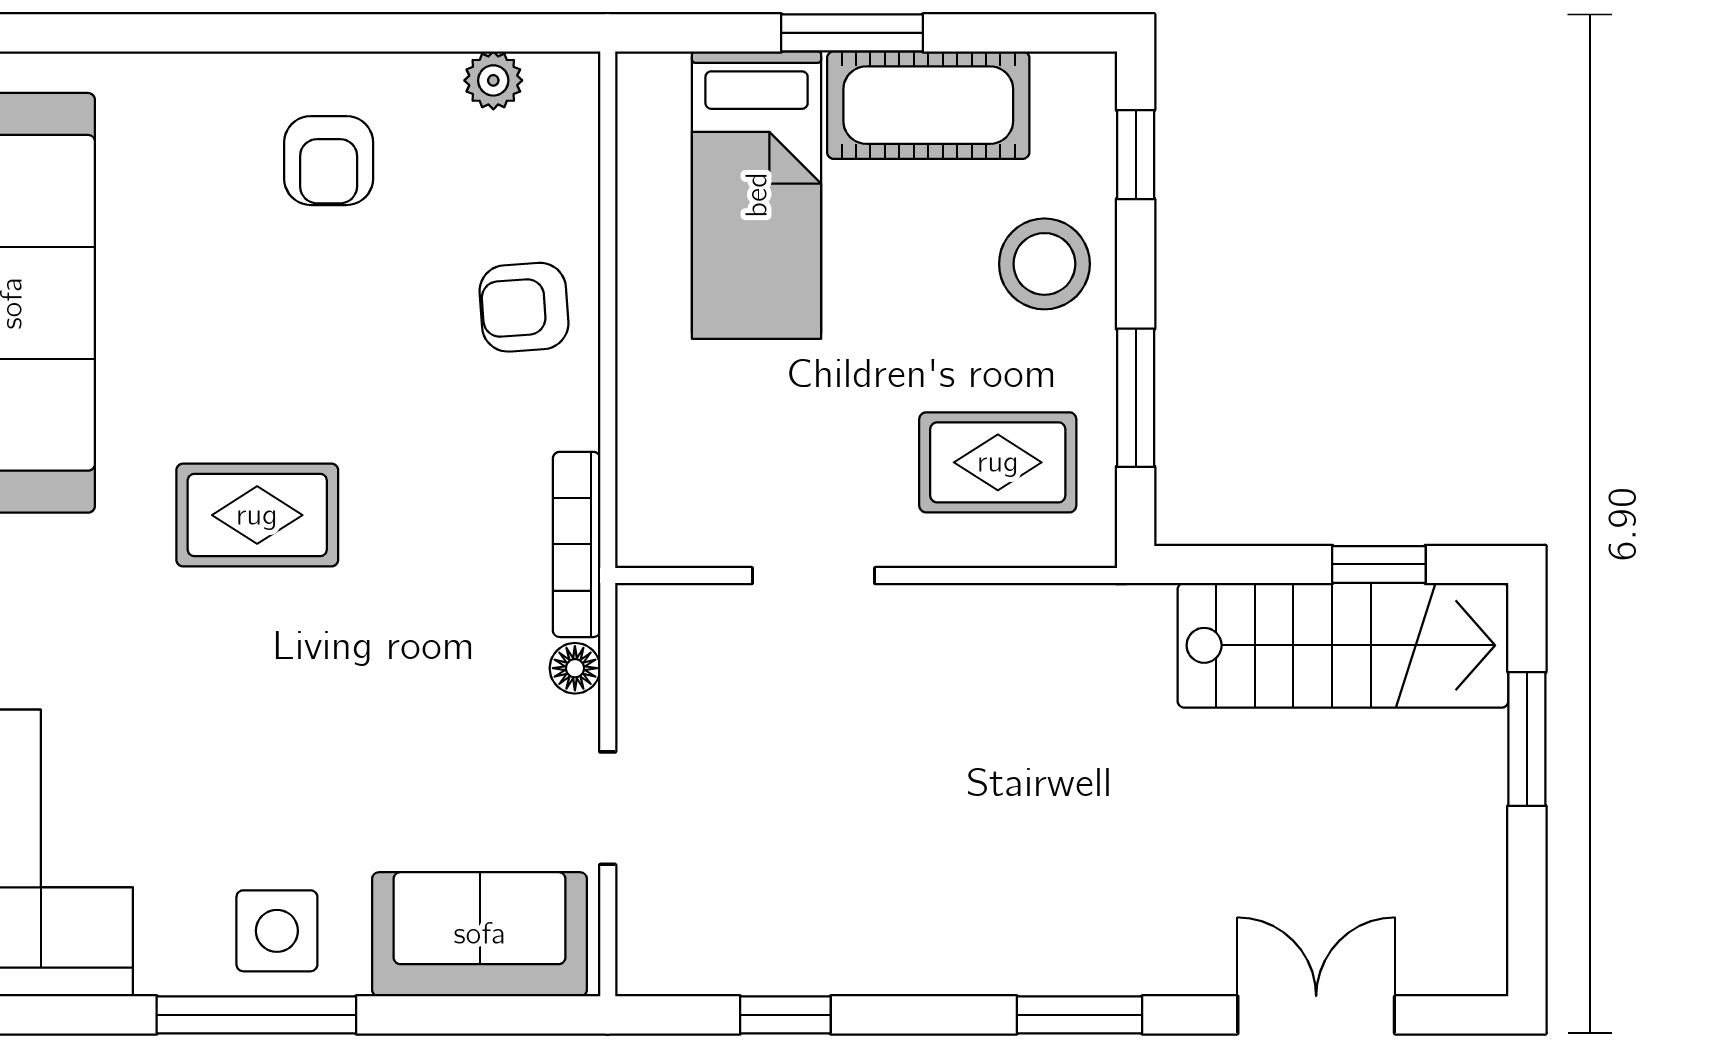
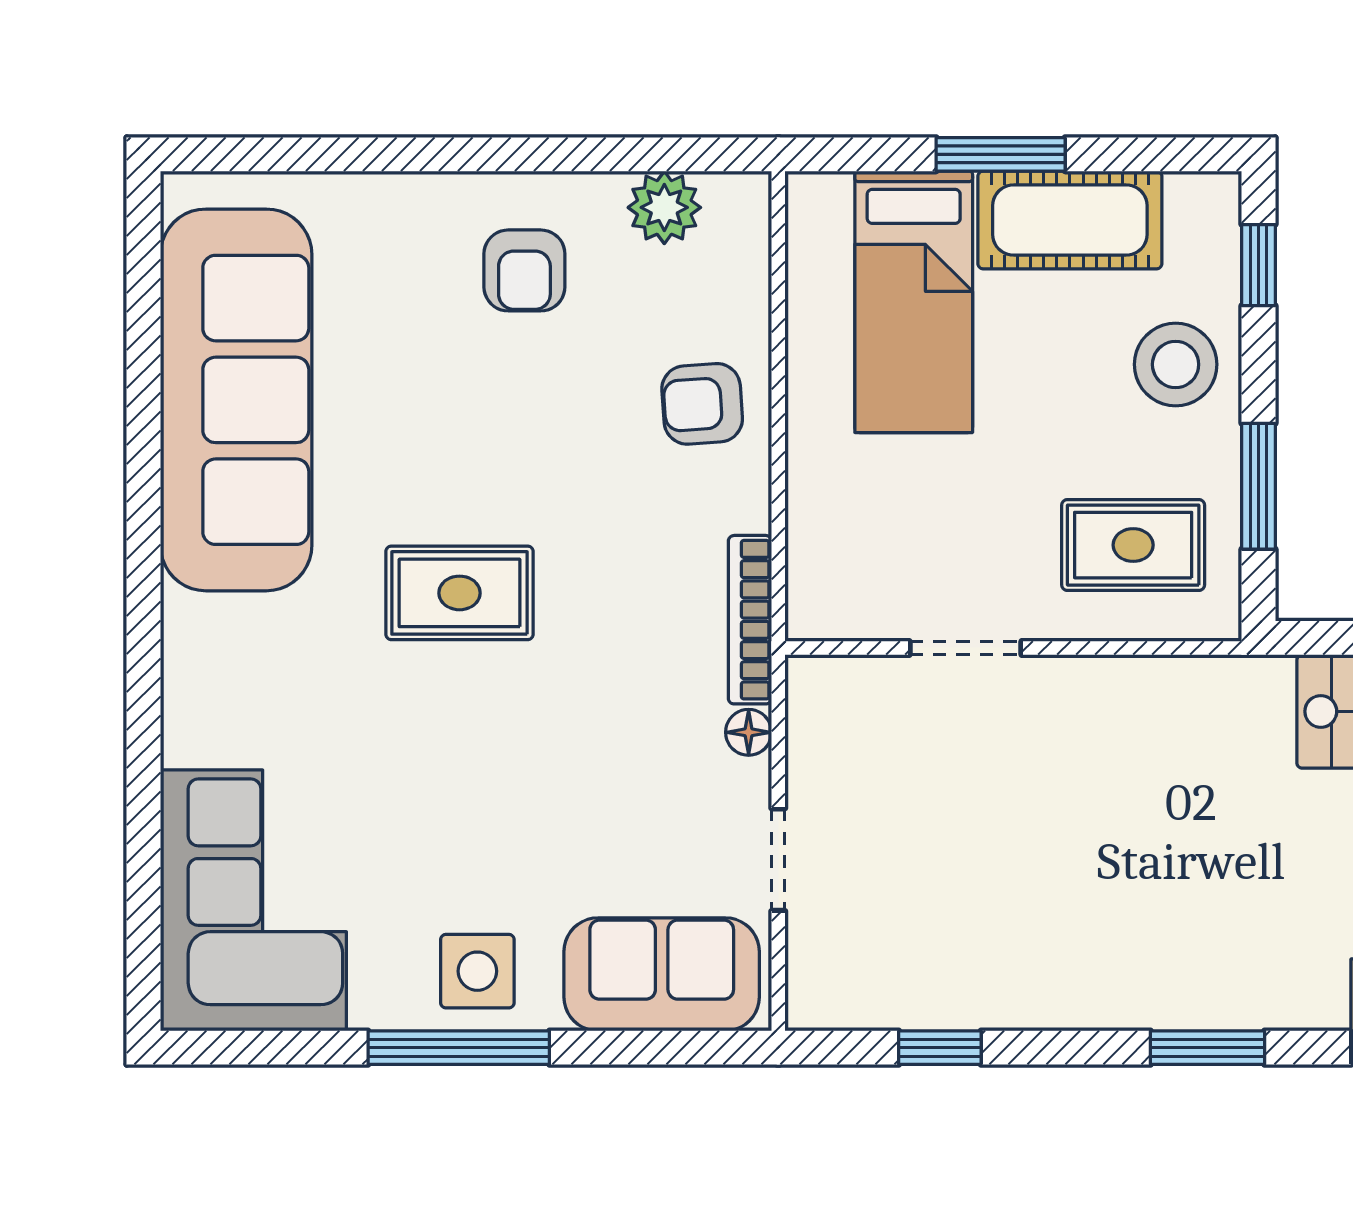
plant: (493, 80) -> (664, 207), width x1.38, depth x1.38

